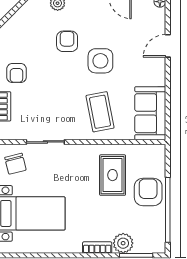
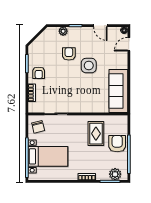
door: (168, 46) -> (129, 44), moved
coffee table: (100, 112) -> (88, 96), removed
sofa: (150, 113) -> (118, 91), width x1.36
plant: (123, 243) -> (115, 174), moved

